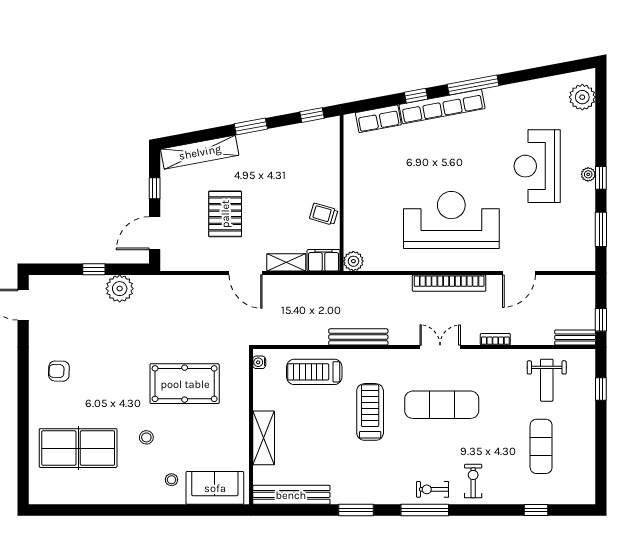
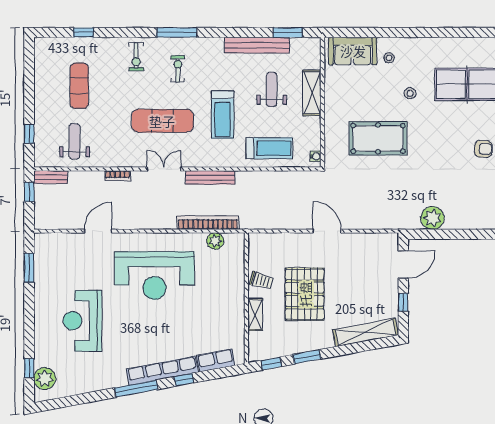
window: (251, 126) -> (307, 357), moved
reception desk: (537, 166) -> (82, 321), turned 180
plant: (588, 174) -> (40, 314), removed
window: (601, 178) -> (29, 368), moved
pallet: (225, 214) -> (305, 294), moved, width x1.37, depth x1.41
filing cabinet: (323, 260) -> (262, 242), removed
plant: (353, 261) -> (215, 241), moved
shelving: (286, 262) -> (255, 314), moved, turned 90
window: (94, 269) -> (454, 234), removed
bookcase: (449, 283) -> (208, 223), moved
bench: (358, 337) -> (210, 177), moved
double door: (440, 347) -> (164, 169), swing flipped
weight bench: (312, 442) -> (272, 89), added
exercise bike: (432, 489) -> (178, 69), moved, turned -90
bench: (291, 495) -> (257, 45), moved
window: (356, 510) -> (288, 32), moved

